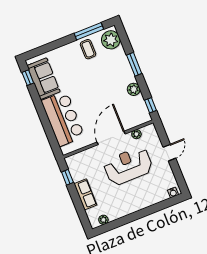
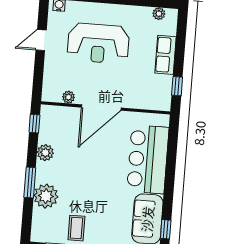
plant: (111, 40) -> (46, 196), moved
door: (169, 153) -> (41, 40), moved
reception desk: (128, 166) -> (98, 43), moved

